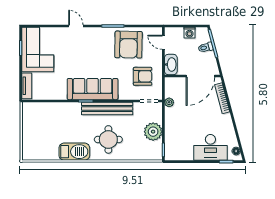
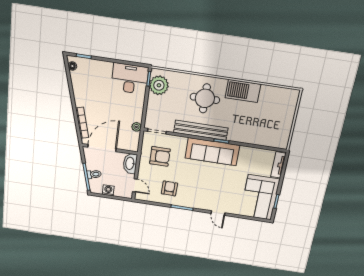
armchair: (128, 45) -> (169, 188), width x0.53, depth x0.53
armchair: (143, 76) -> (160, 156), turned 180
plant: (153, 132) -> (159, 85), moved
desk: (210, 147) -> (130, 79), moved

